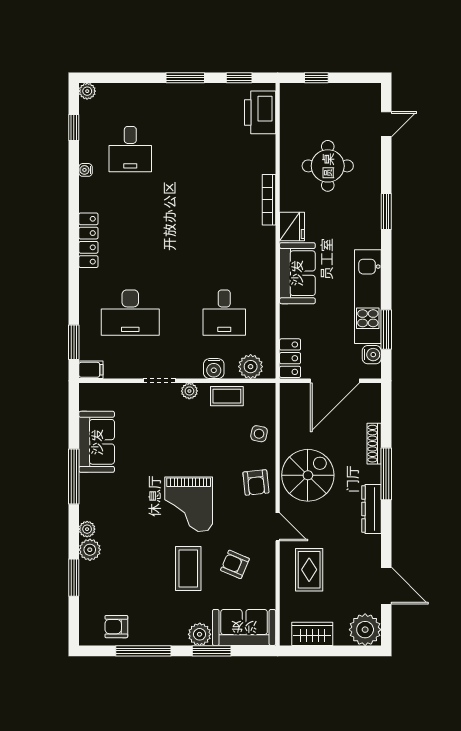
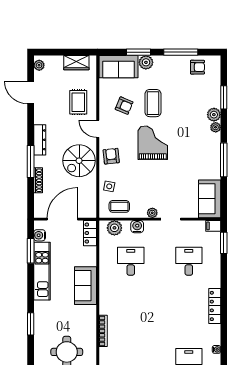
fridge: (292, 227) -> (89, 314), removed
desk: (130, 313) -> (189, 261), width x0.73
coffee table: (227, 396) -> (119, 206), moved
sofa: (97, 442) -> (210, 199), moved
plant: (365, 630) -> (39, 65), width x0.53, depth x0.53

